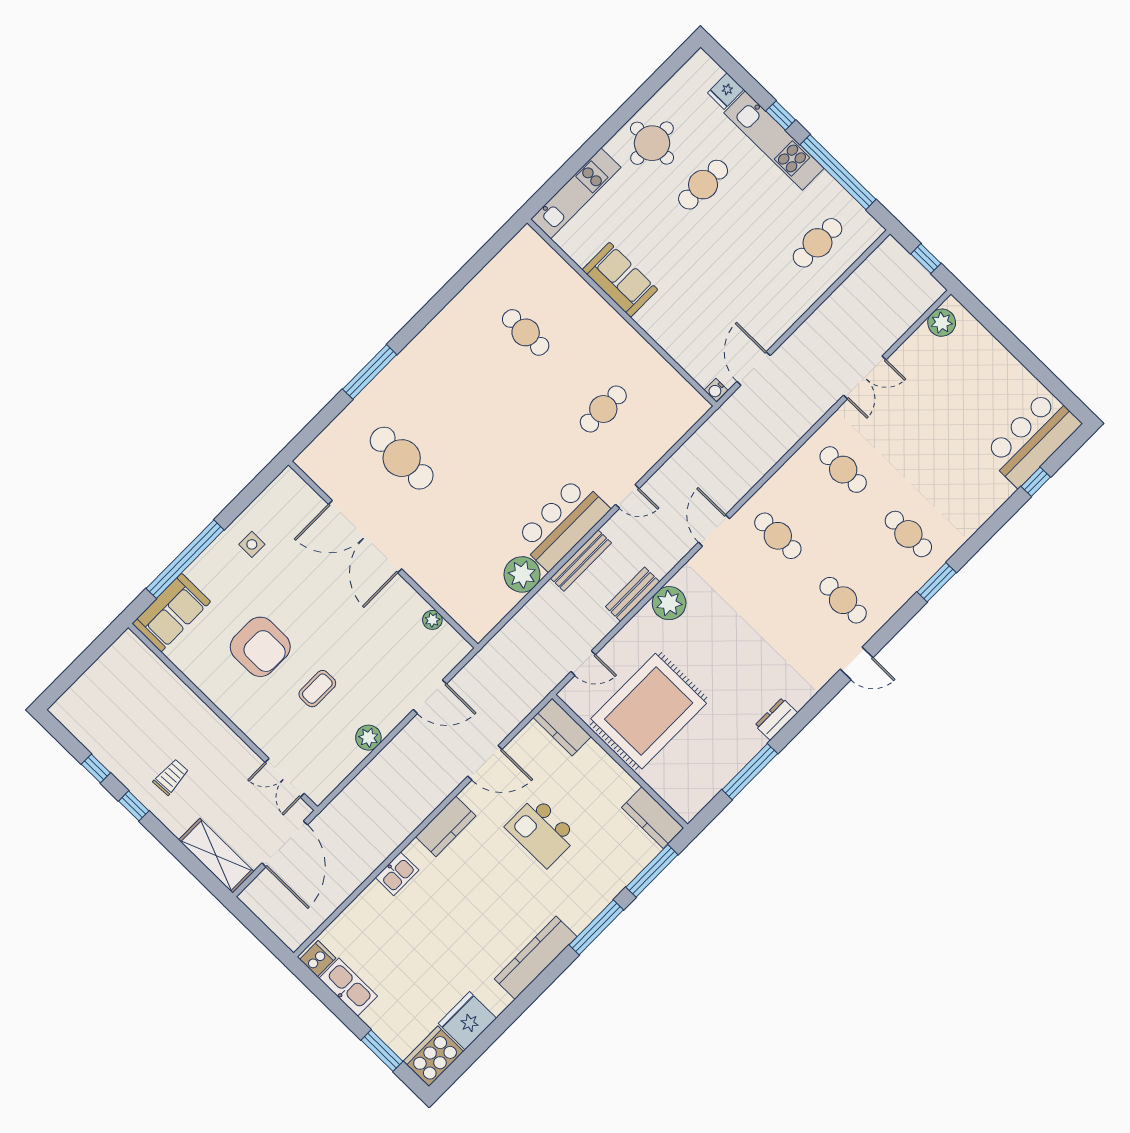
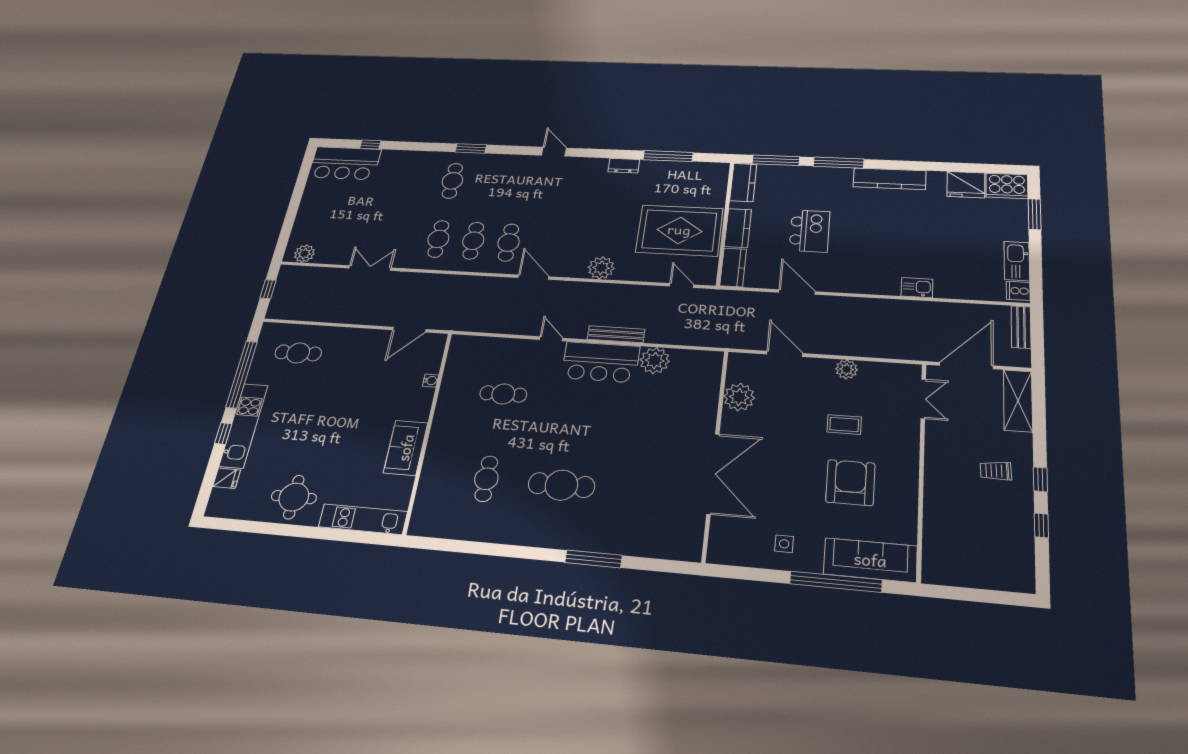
cafe table: (703, 185) -> (303, 445), removed
water cooler: (716, 390) -> (431, 381), moved
cafe table: (402, 458) -> (561, 485), moved, turned 90
door: (714, 530) -> (533, 277), swing flipped
bench: (633, 594) -> (1021, 327), moved, turned 90
cafe table: (843, 600) -> (473, 241), moved
sofa: (171, 613) -> (870, 560), width x1.36
plant: (432, 620) -> (739, 397), width x1.88, depth x1.88
kitchen counter: (446, 826) -> (738, 228), moved, turned 90

